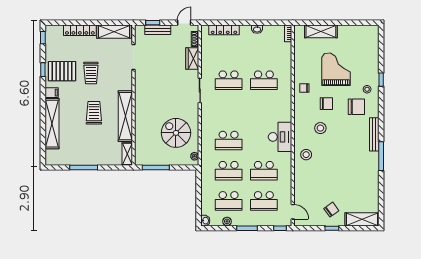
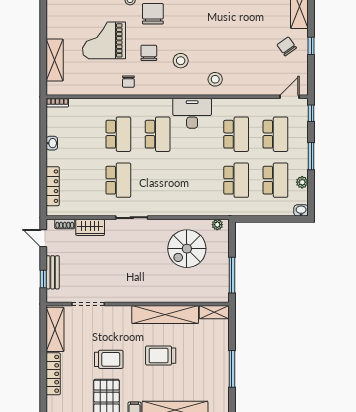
school desk: (229, 141) -> (158, 134), moved

